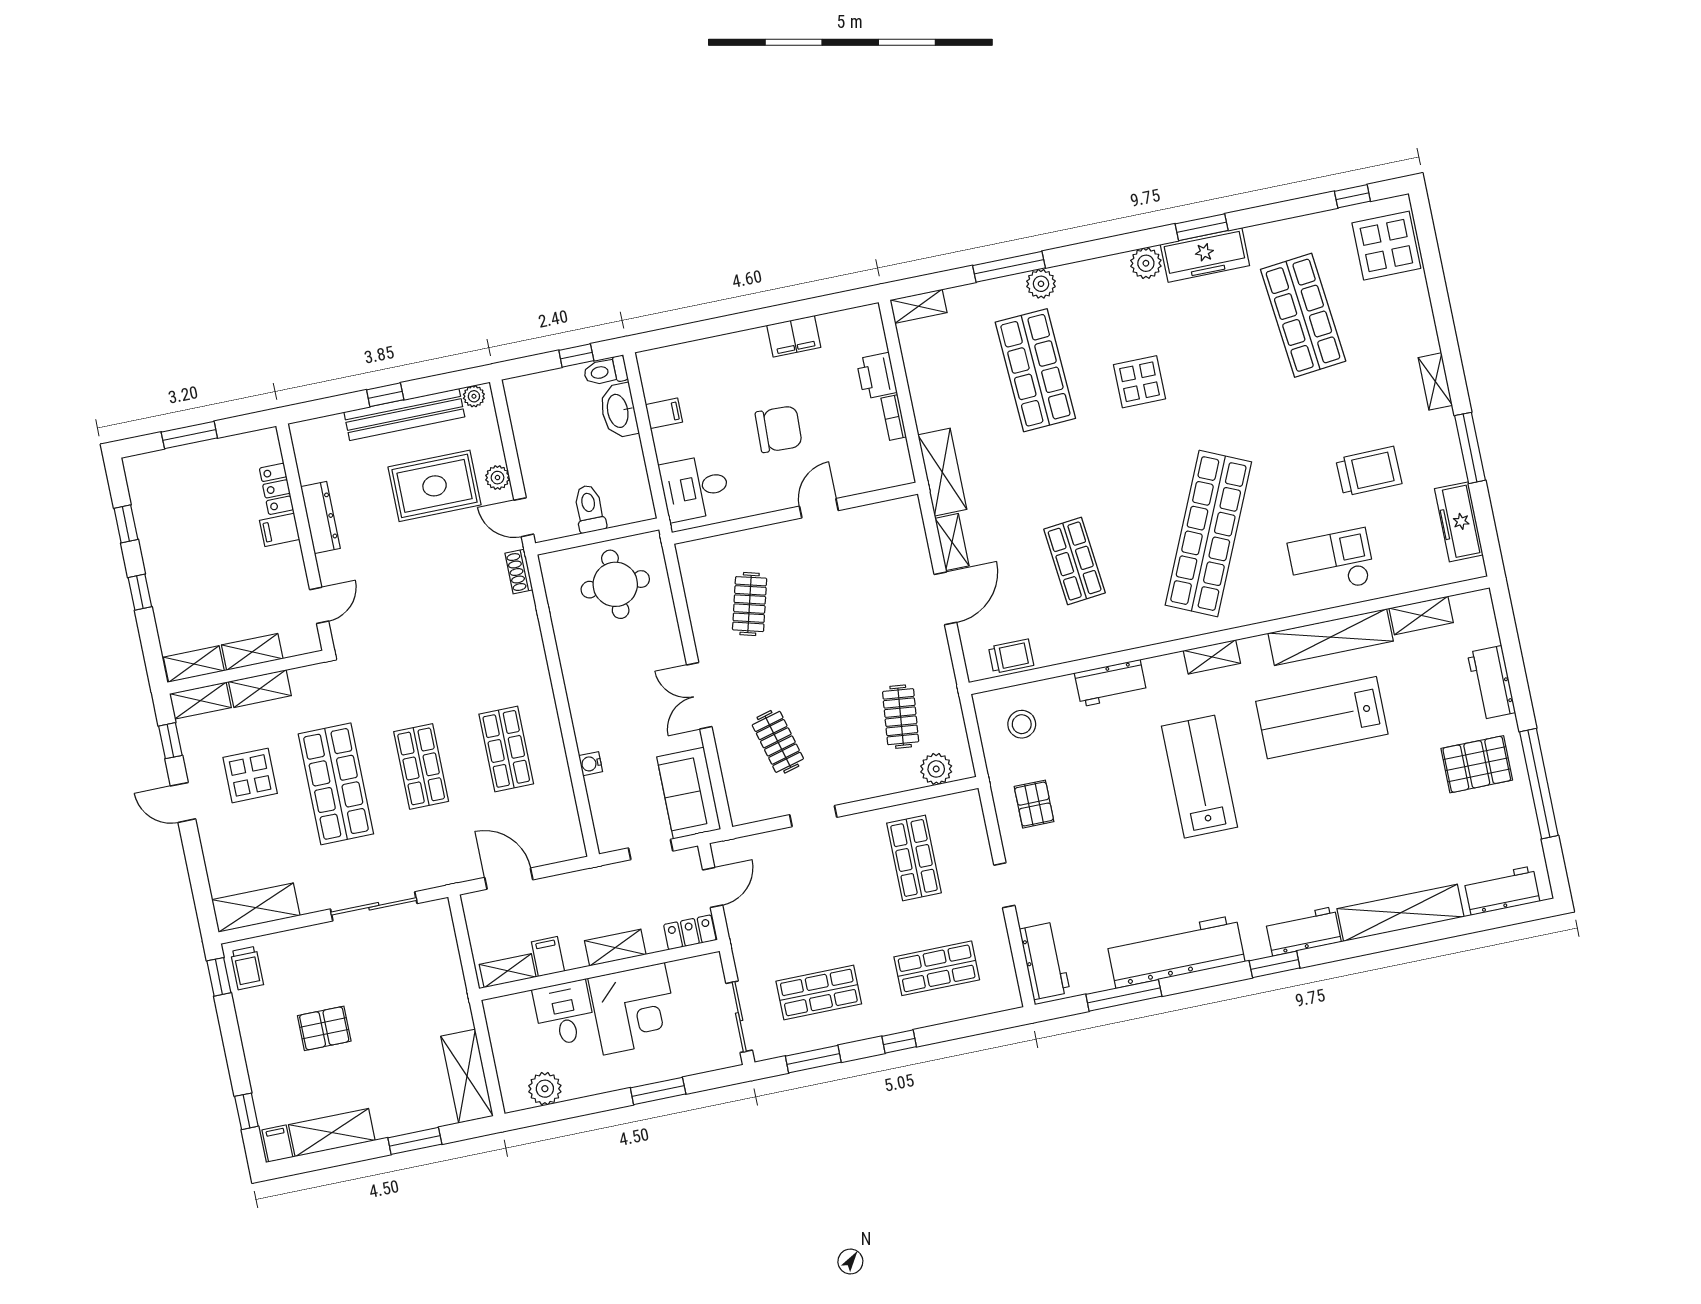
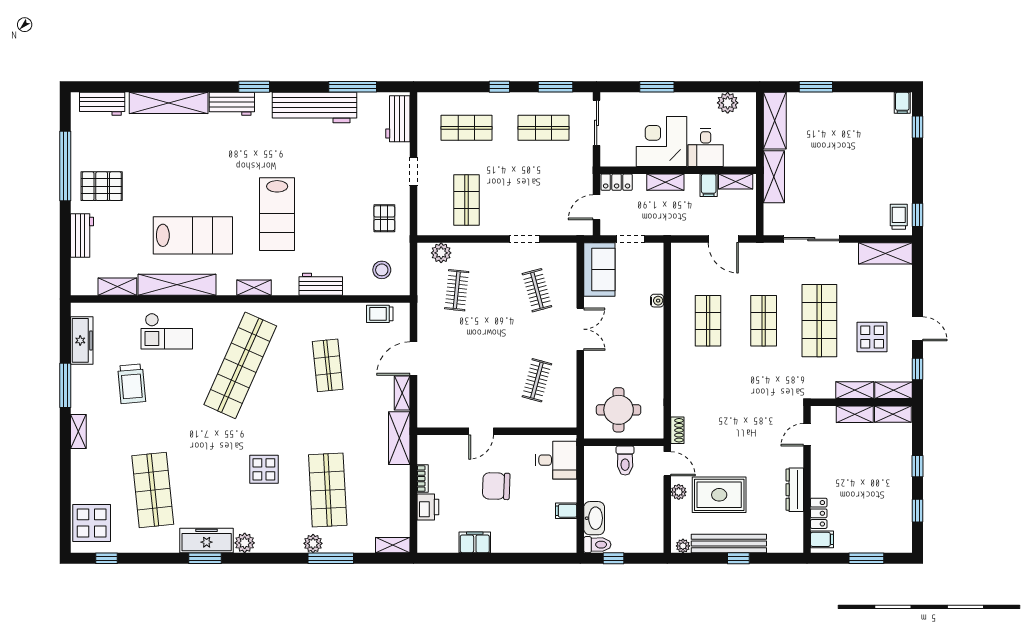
trolley: (1369, 471) -> (132, 384), turned -94
filing cabinet: (280, 530) -> (822, 539), moved
pallet: (324, 1028) -> (858, 169), removed
shelving: (332, 1133) -> (774, 177), moved, turned 90

